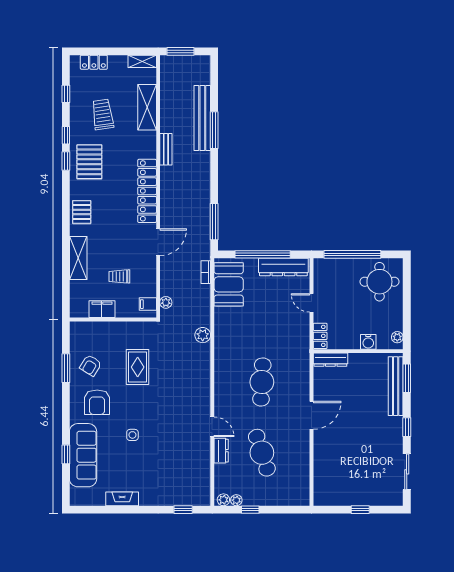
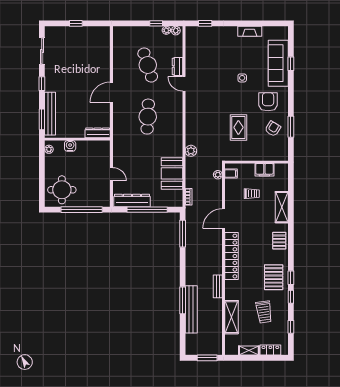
shelving: (142, 61) -> (249, 351), moved
booth: (229, 284) -> (172, 173), moved
locker: (320, 336) -> (105, 150), removed

